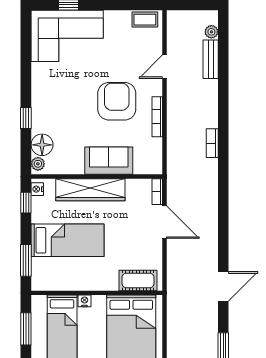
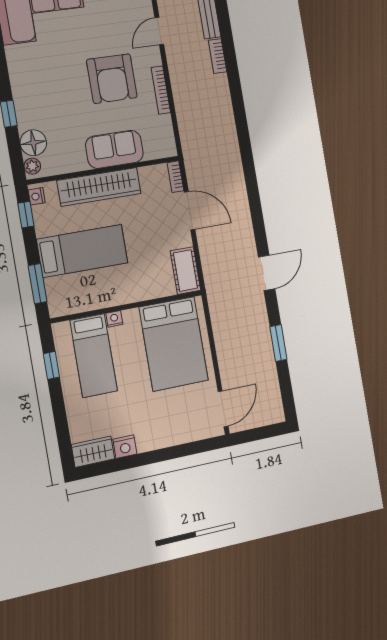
armchair: (117, 101) -> (112, 79), turned 180
bookcase: (212, 143) -> (218, 56), moved
cot: (138, 280) -> (185, 271), moved, turned 90
window: (26, 329) -> (51, 365), width x0.67

